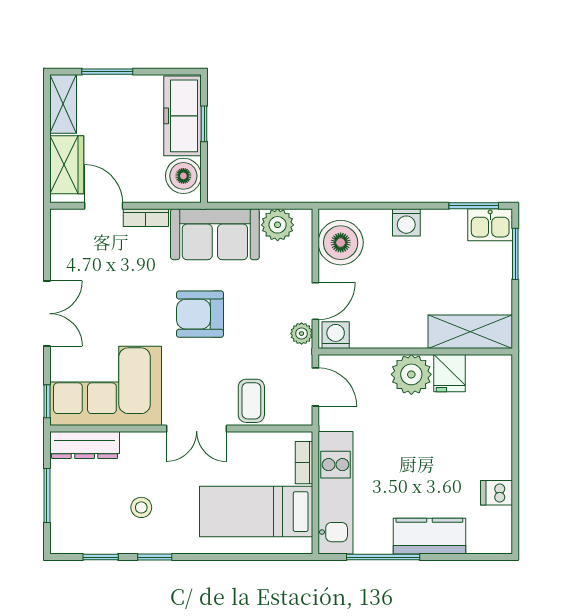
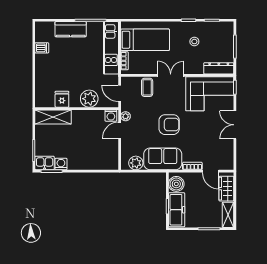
washing machine: (406, 222) -> (61, 164), moved
boiler: (341, 243) -> (109, 155), removed
plant: (411, 374) -> (89, 99), moved

